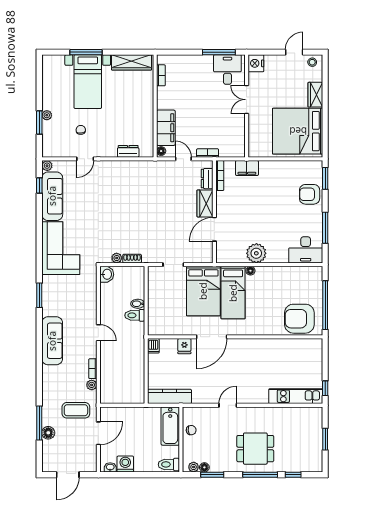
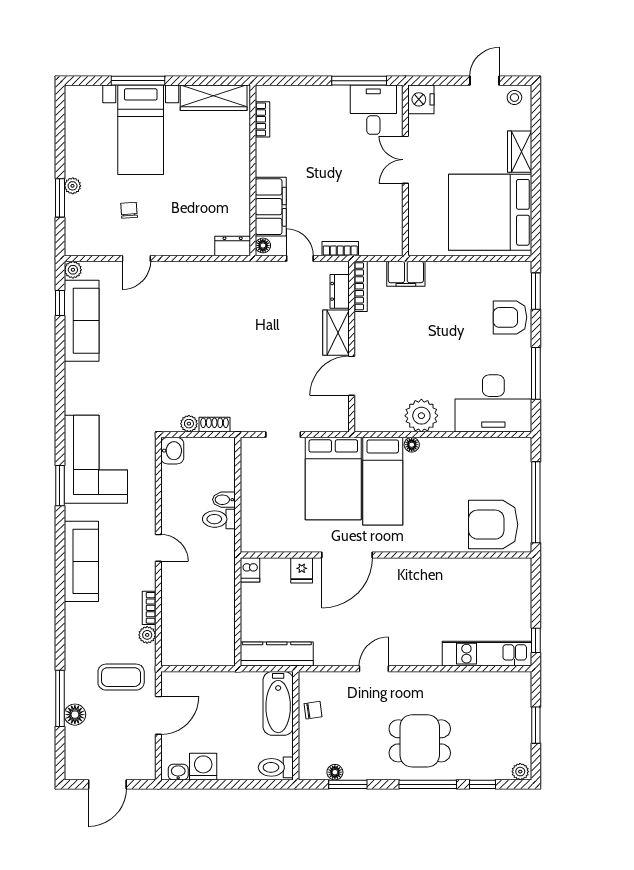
dresser: (128, 151) -> (233, 246), moved
corner sofa: (61, 248) -> (96, 459), moved
desk: (306, 250) -> (493, 403), width x1.36, depth x1.30
plant: (194, 467) -> (520, 772), moved

